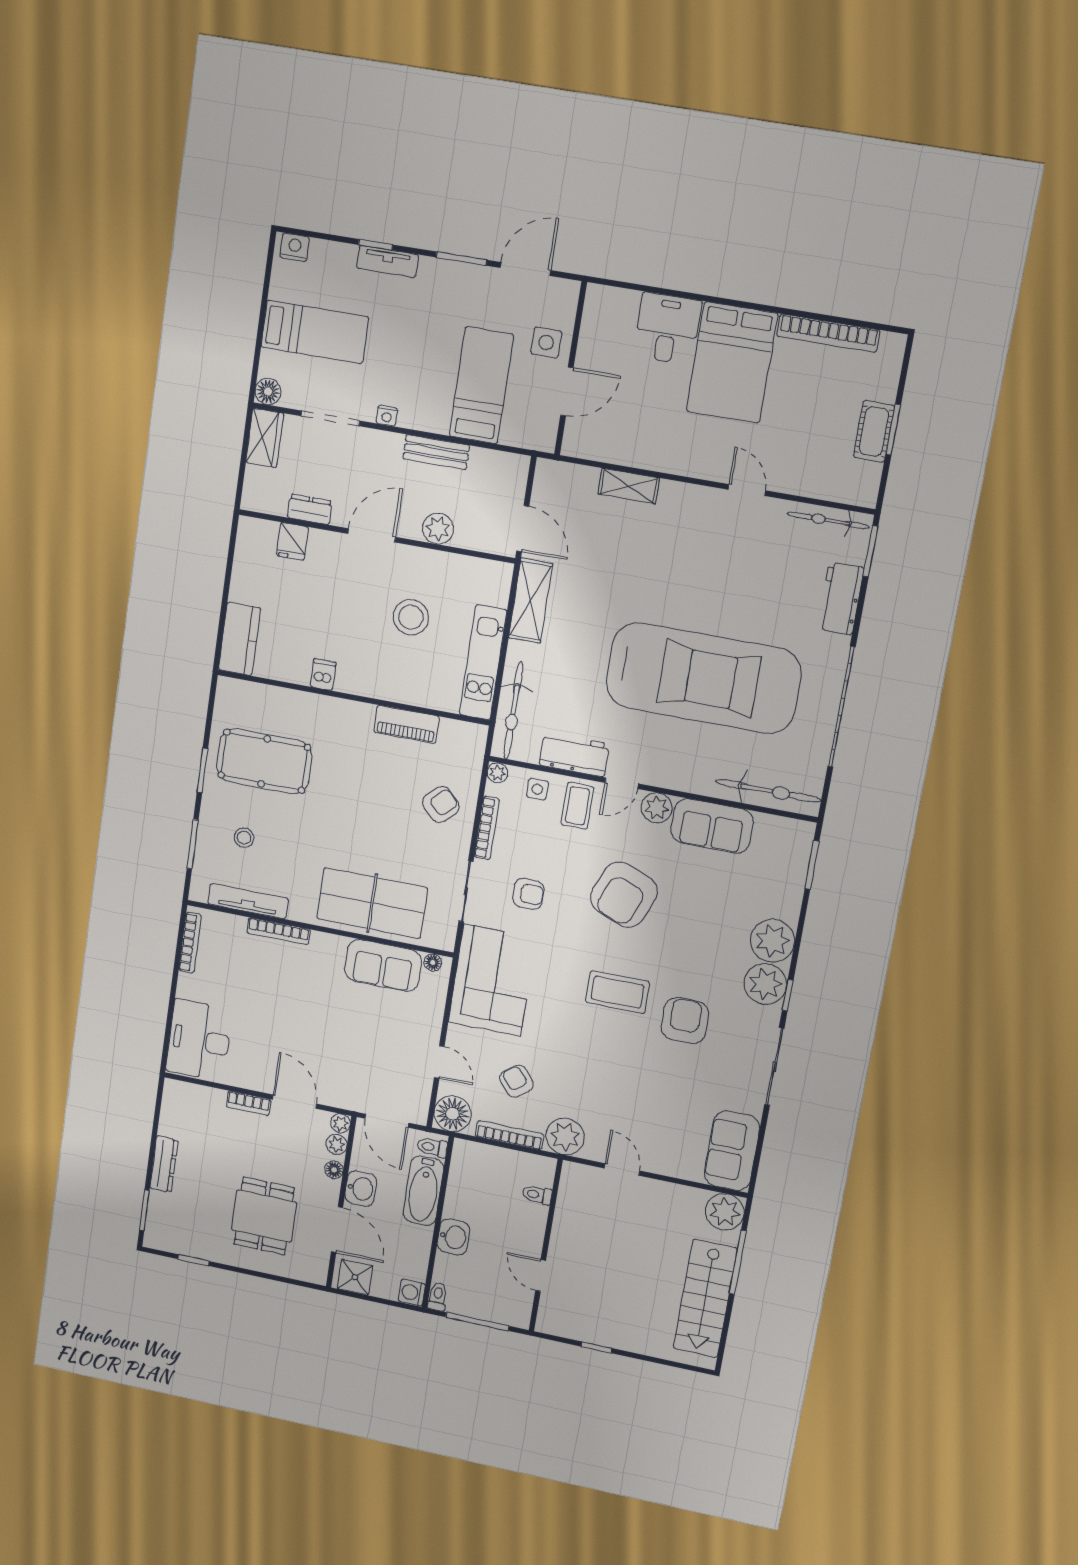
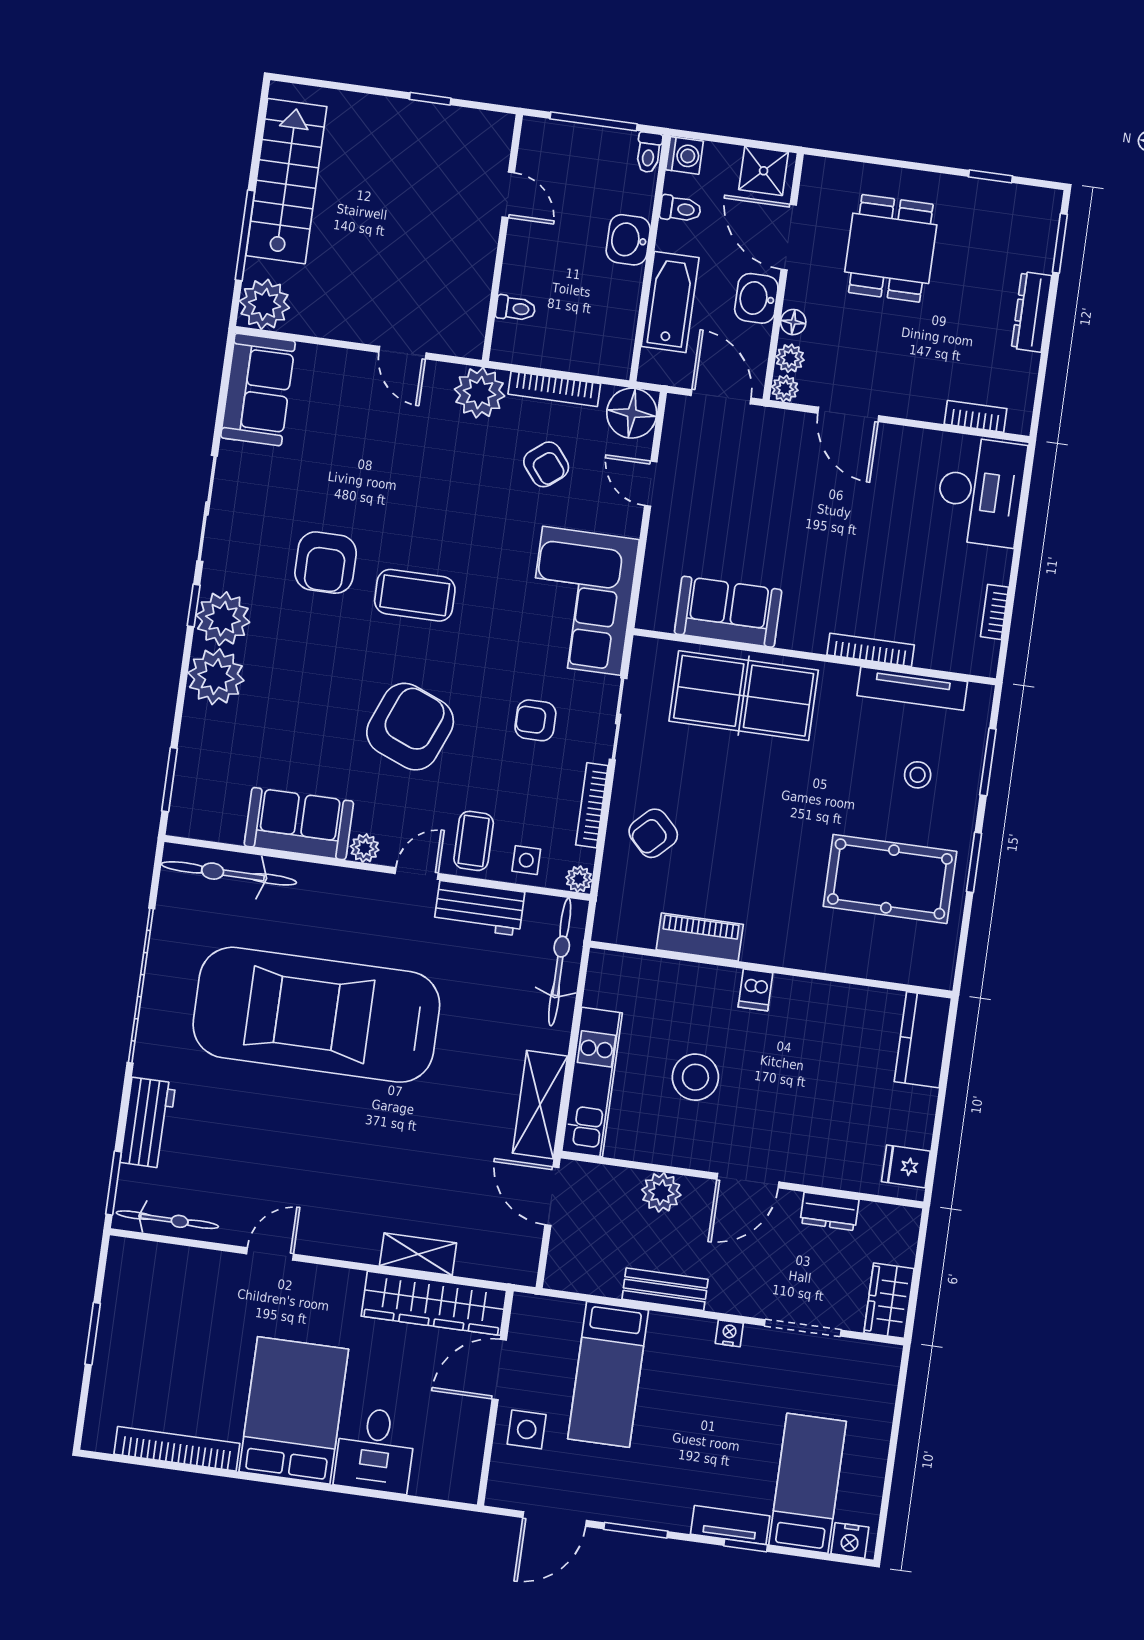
bed: (315, 332) -> (807, 1483), moved, turned 90
floor lamp: (268, 391) -> (884, 1360), removed
cot: (874, 431) -> (116, 1331), removed
wardrobe: (617, 446) -> (434, 1303), added
door: (747, 490) -> (270, 1254), swing flipped
fridge: (292, 541) -> (906, 1166), moved, turned -90
kitchen unit: (483, 662) -> (592, 1082), moved
dishwasher: (323, 674) -> (755, 990), moved
plant: (657, 808) -> (365, 848), width x0.73, depth x0.73
bookcase: (190, 943) -> (994, 612), width x0.64
floor lamp: (433, 962) -> (661, 620), removed
bookcase: (249, 1103) -> (976, 416), moved
toilet: (432, 1147) -> (680, 209), moved

